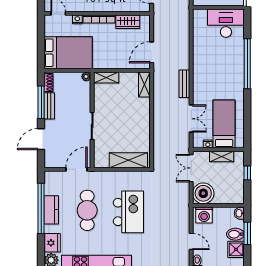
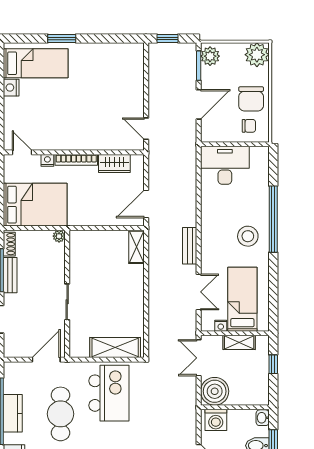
desk: (226, 23) -> (225, 165), moved
stool: (228, 77) -> (248, 236), added
shelving: (106, 78) -> (86, 238), removed
kitchen island: (128, 212) -> (109, 393), moved

